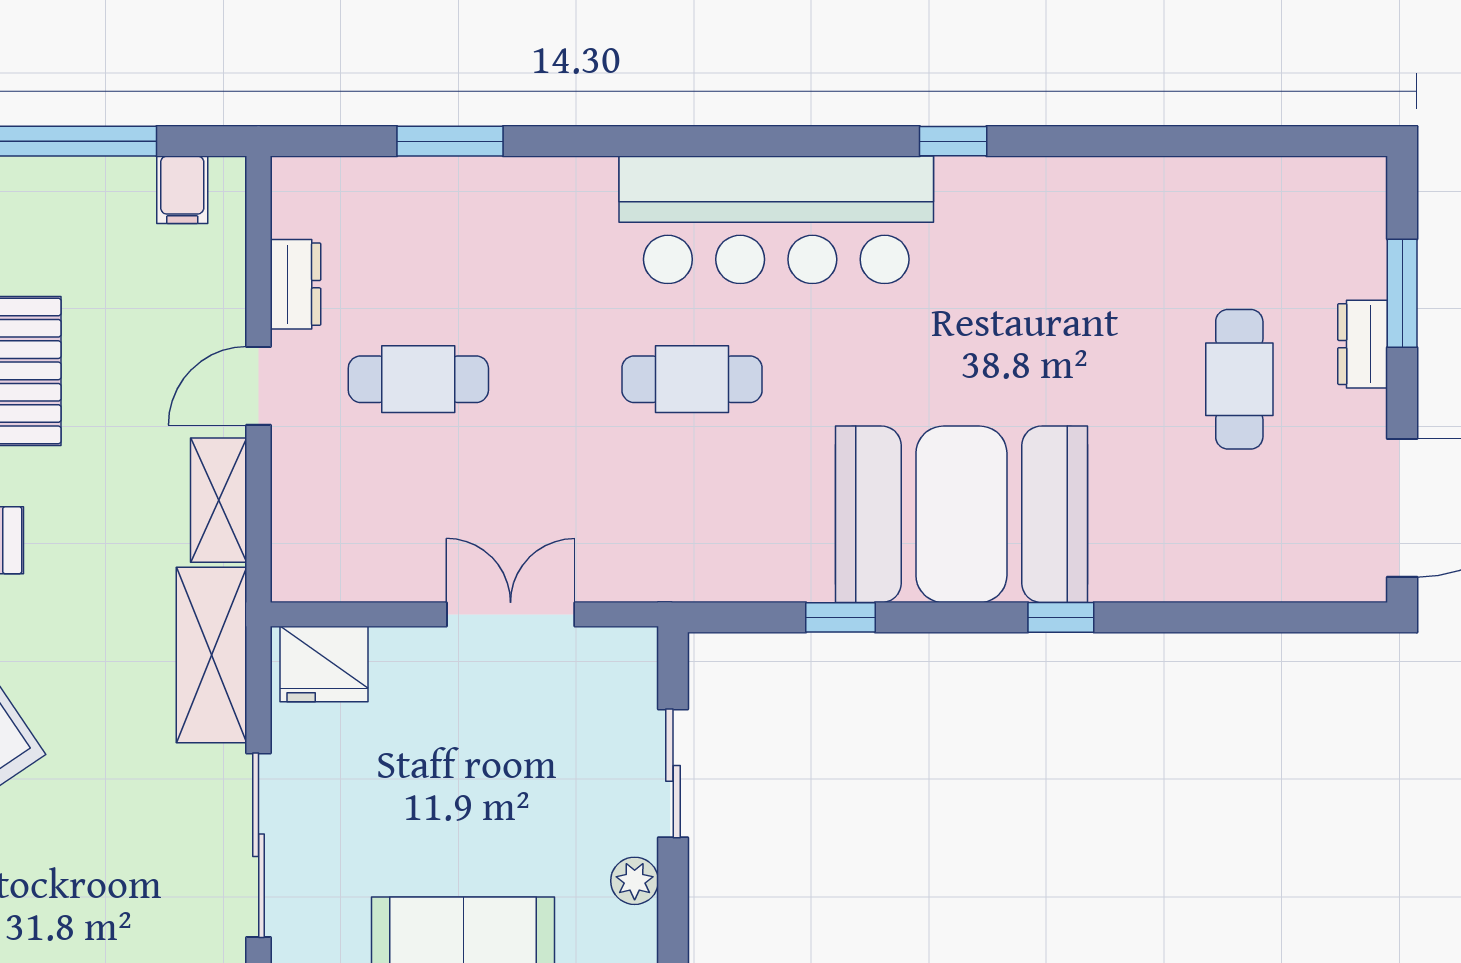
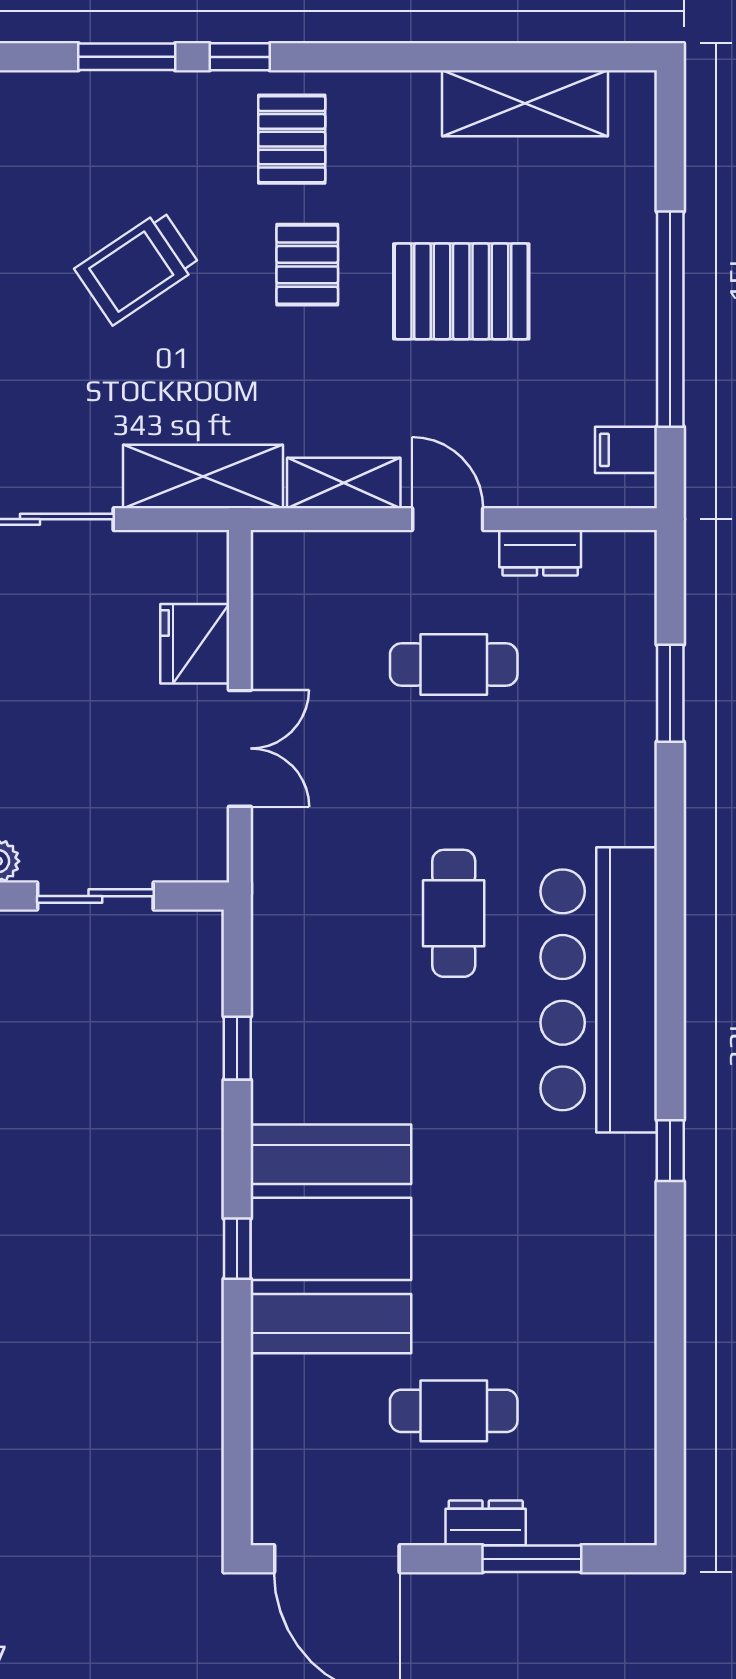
cafe table: (418, 379) -> (454, 664), turned 90
booth: (961, 514) -> (331, 1239), moved
fridge: (324, 664) -> (195, 644), moved

